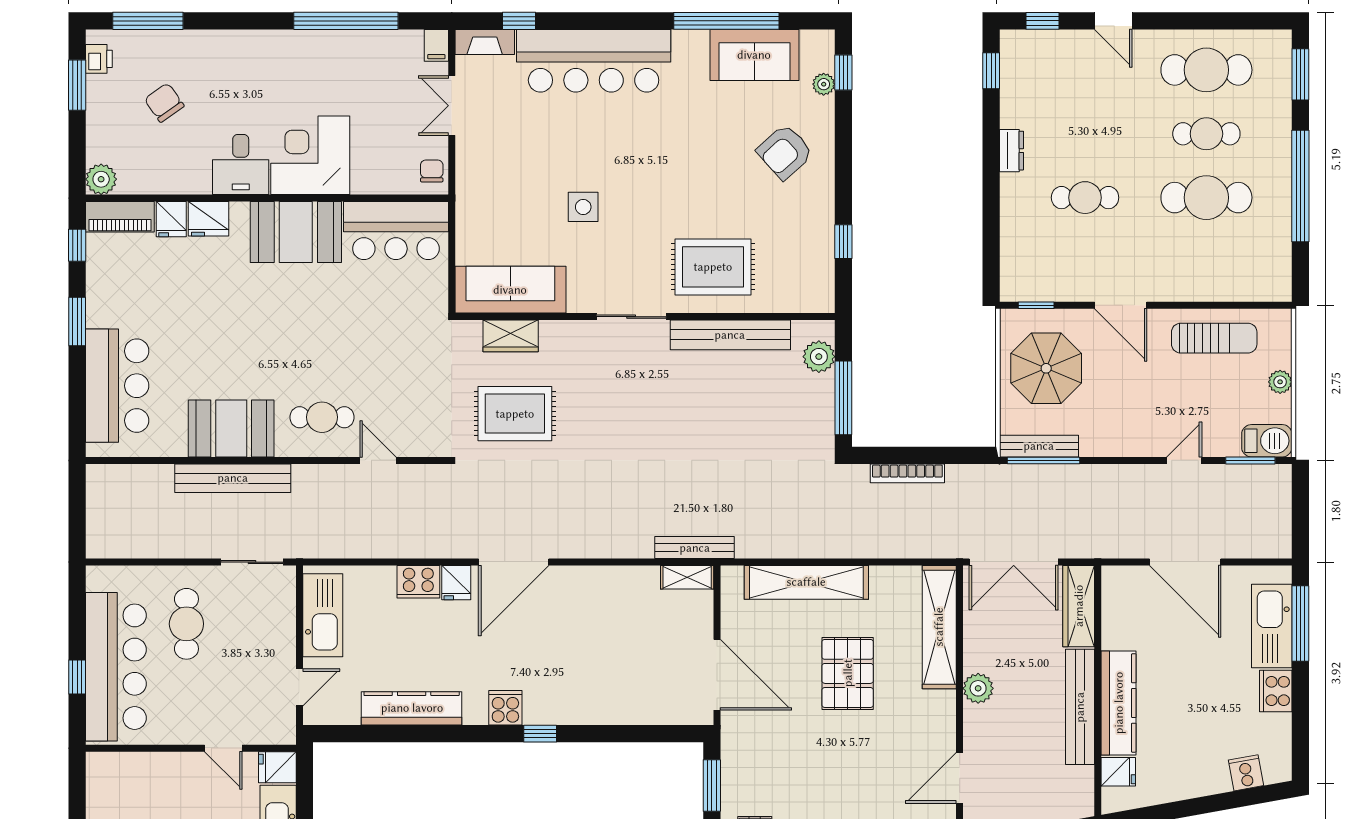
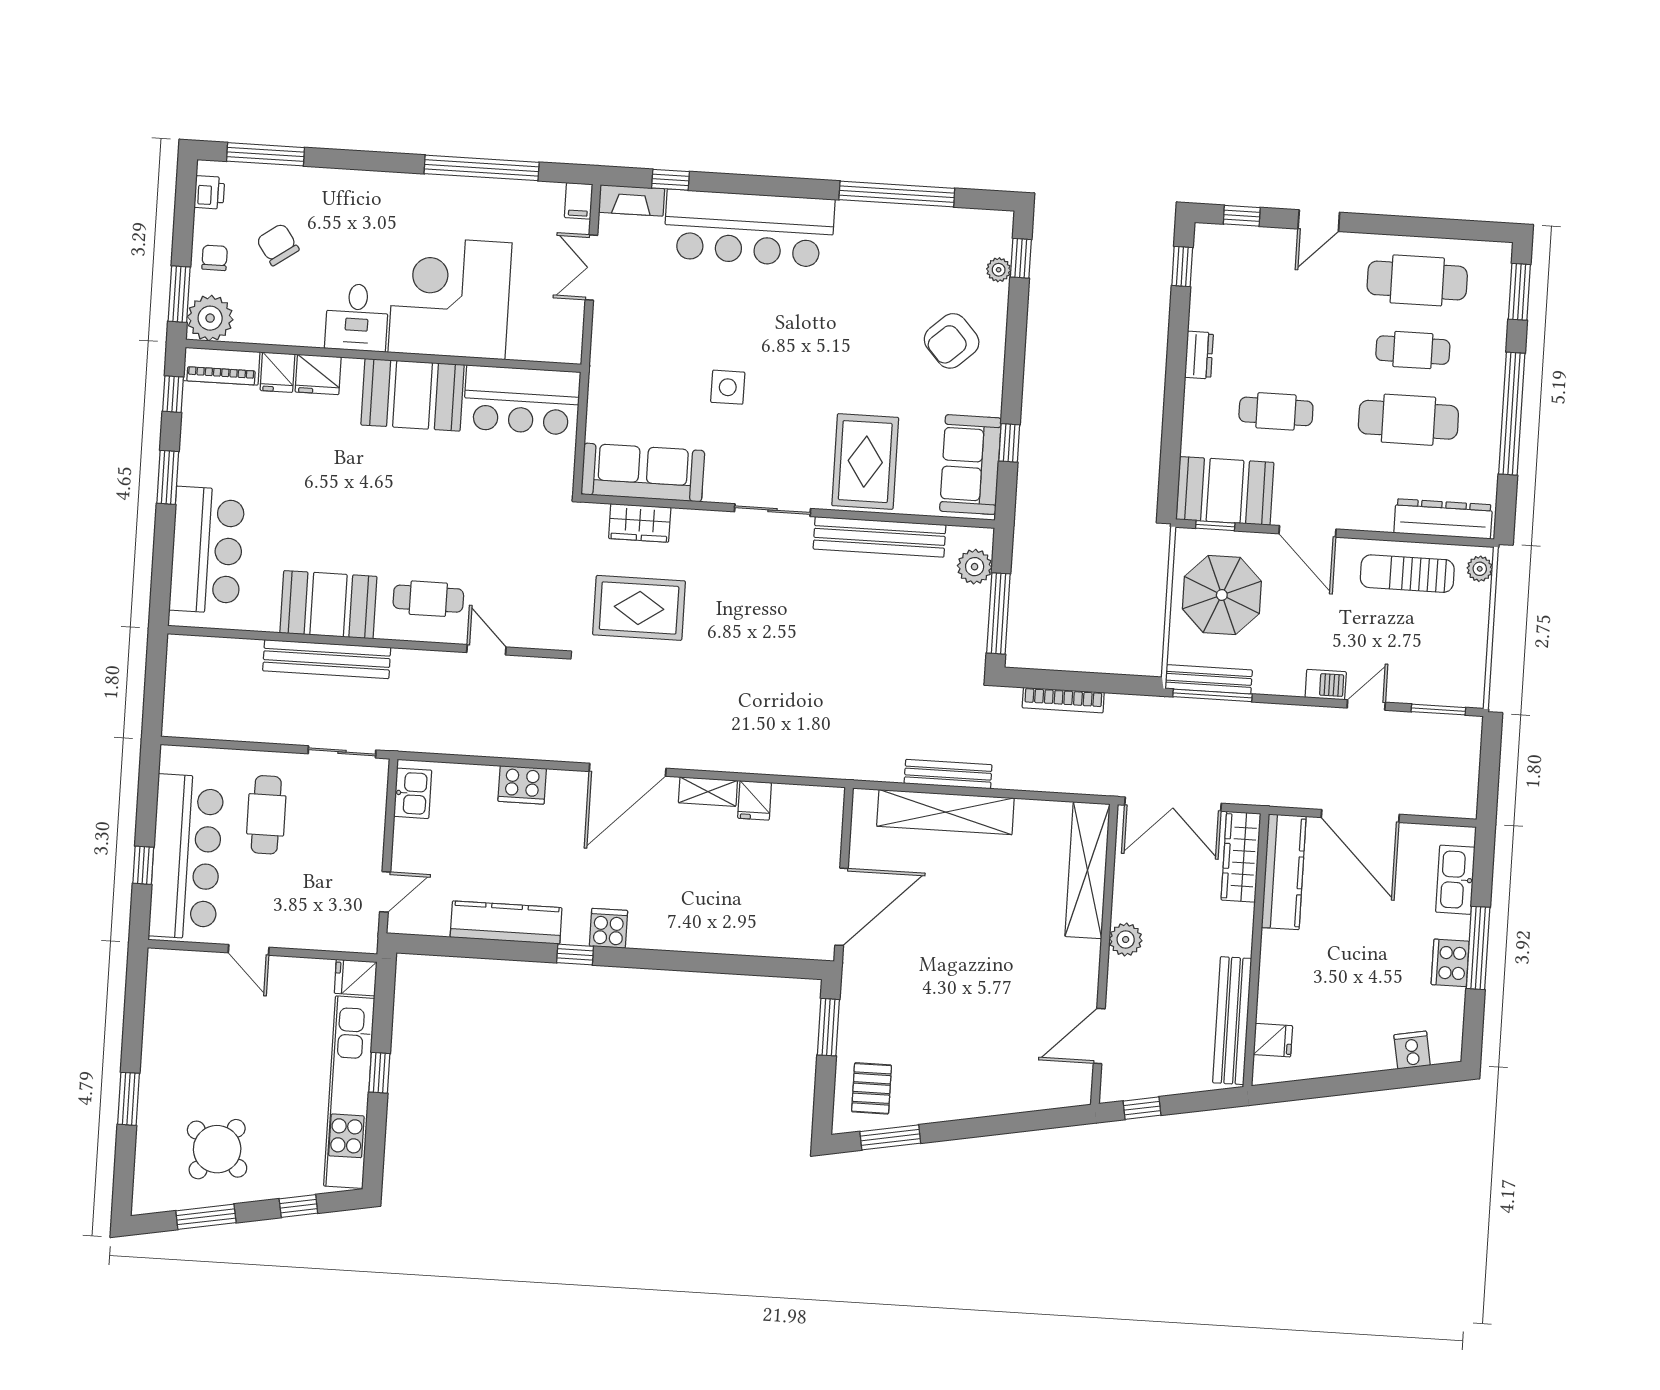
door: (1113, 21) -> (1319, 221), hinge flipped
sofa: (754, 55) -> (971, 465), moved, turned 90
window: (77, 85) -> (179, 294), moved
corner desk: (310, 155) -> (450, 298), width x1.36, depth x1.36
chair: (432, 171) -> (215, 258), moved
plant: (101, 179) -> (210, 318), width x1.36, depth x1.36
rug: (713, 267) -> (865, 462), turned 90
booth: (1043, 273) -> (1225, 491), added
dresser: (1244, 286) -> (1443, 519), added
sun lounger: (1214, 338) -> (1407, 574), turned 180
plant: (1280, 382) -> (1480, 569), moved
barbecue: (1267, 441) -> (1326, 685), moved, width x0.73, depth x0.79
bench: (695, 548) -> (948, 774), moved
shelving: (687, 577) -> (708, 792), moved
fridge: (456, 583) -> (755, 800), moved
kitchen sink: (323, 615) -> (413, 793), width x0.53, depth x0.81
window: (1300, 623) -> (1478, 948), moved
kitchen sink: (1272, 626) -> (1455, 880), width x0.73, depth x0.81
pallet: (848, 673) -> (984, 914), removed
door: (717, 675) -> (842, 907), hinge flipped
kitchen counter: (1119, 703) -> (1284, 872), moved
bench: (1080, 707) -> (1232, 1021), moved
window: (540, 734) -> (575, 954), moved
door: (223, 748) -> (249, 950), moved

